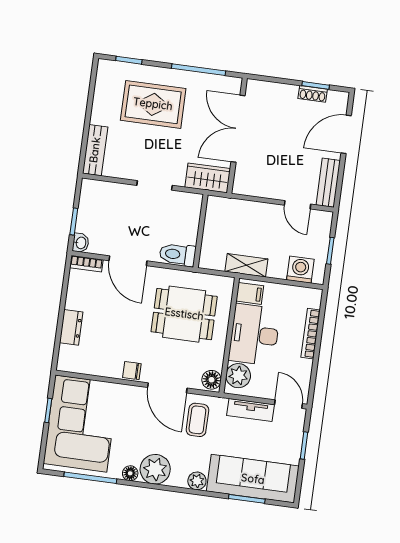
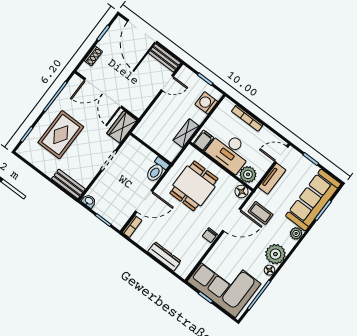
shoe rack: (313, 94) -> (93, 56), moved
door: (346, 134) -> (142, 31), width x1.36
washbasin: (81, 243) -> (89, 201), moved
dresser: (71, 327) -> (164, 256), width x1.44

